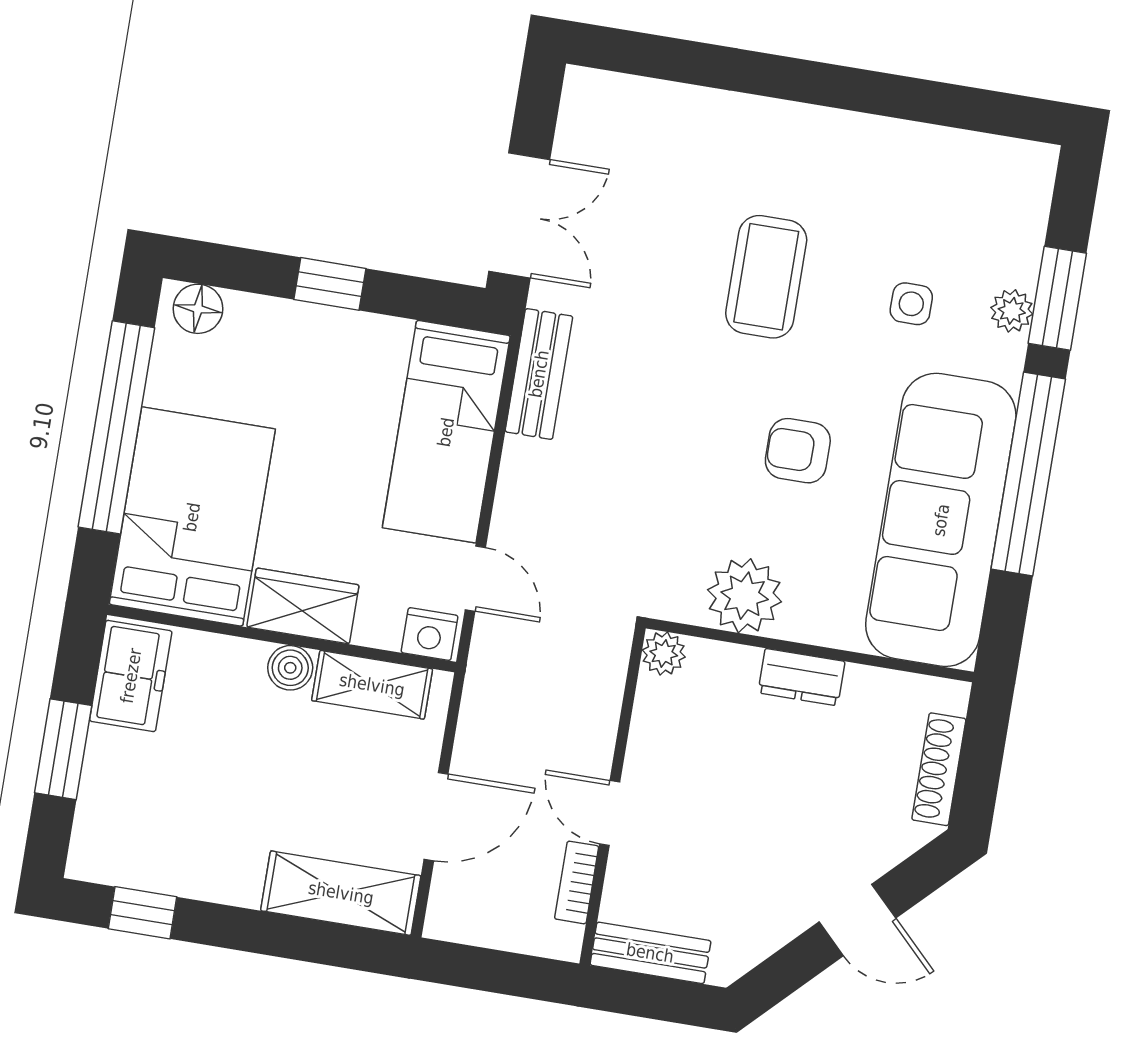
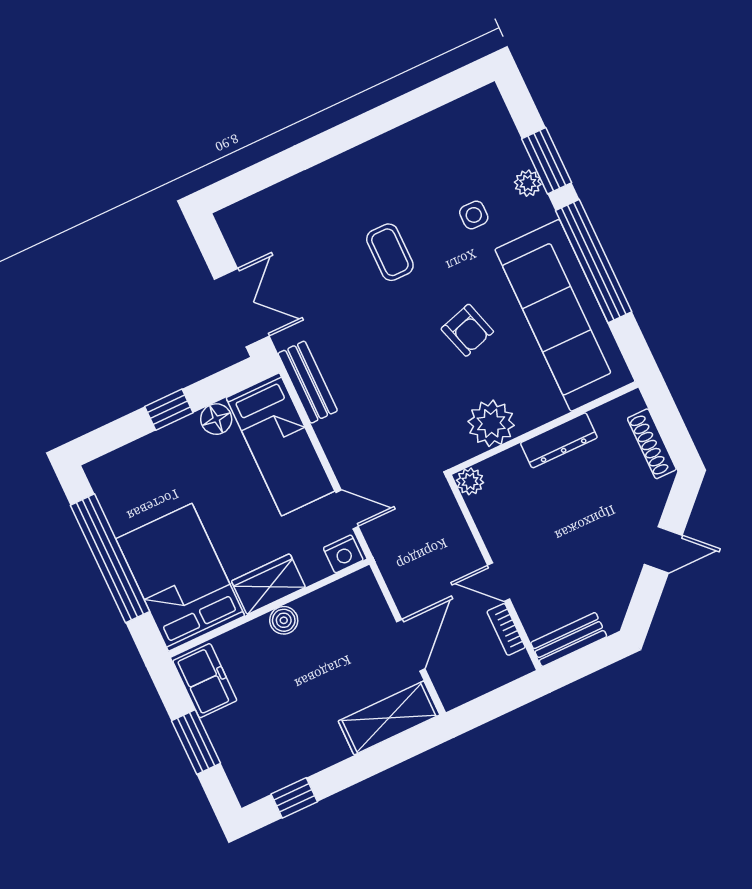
coffee table: (766, 277) -> (390, 252), width x0.73, depth x0.77
floor lamp: (198, 309) -> (216, 419), moved
armchair: (798, 451) -> (467, 330), turned -107
dresser: (801, 677) -> (559, 440), width x1.44
shelving: (372, 685) -> (332, 600), removed

